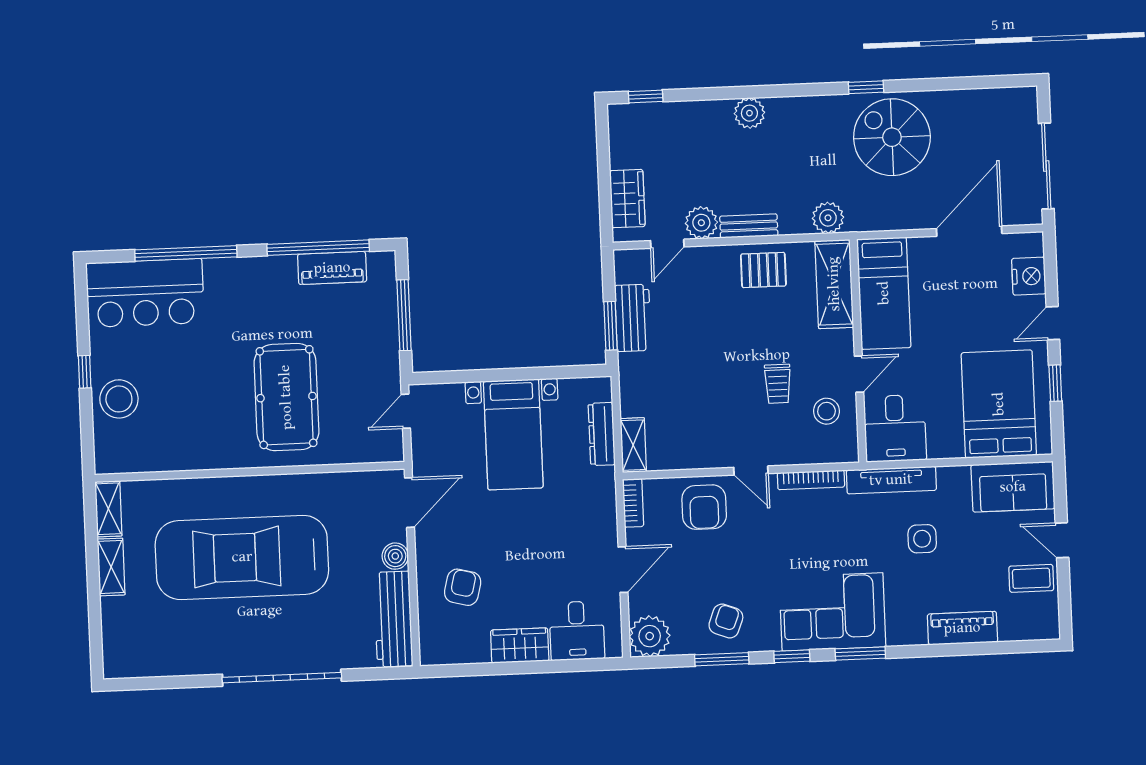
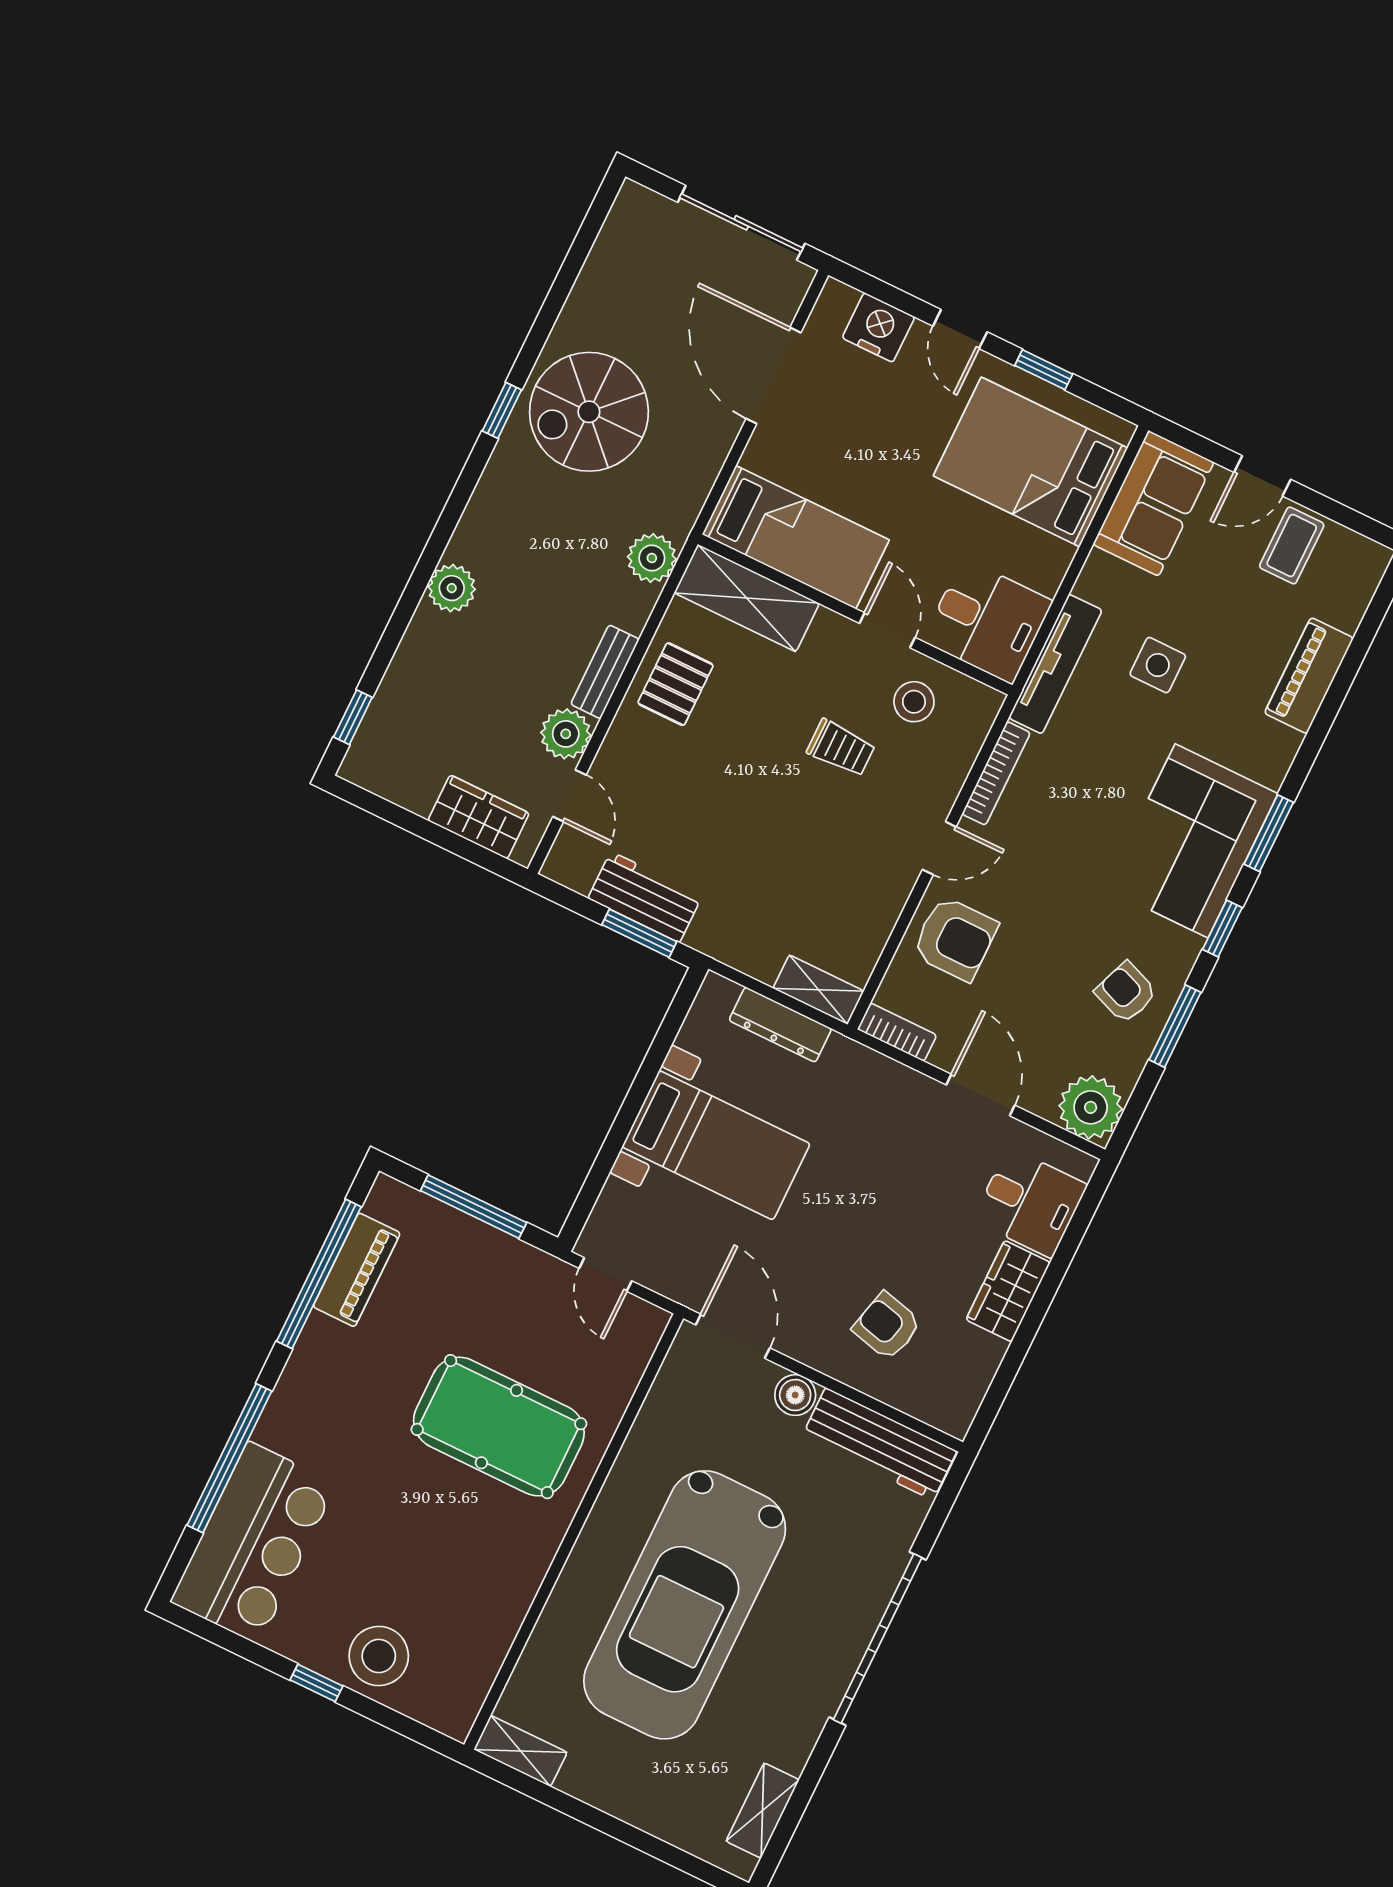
shelving: (111, 567) -> (763, 1810), moved, turned 90

